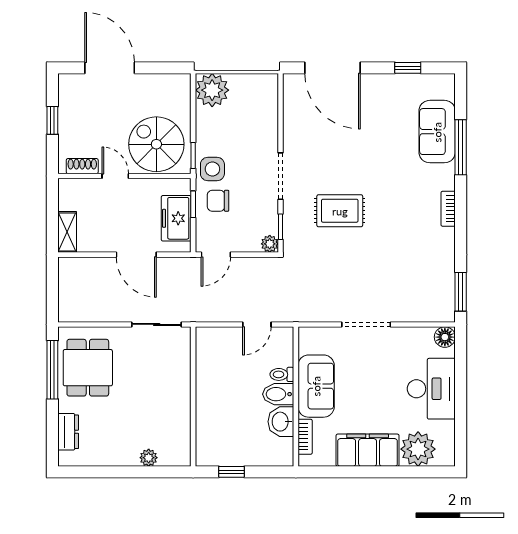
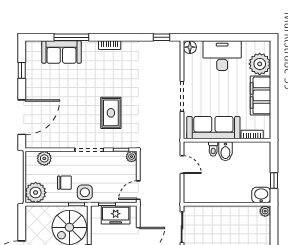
plant: (267, 104) -> (44, 158), added
chair: (218, 201) -> (64, 183), moved, turned -90
door: (216, 255) -> (138, 190), swing flipped
window: (461, 292) -> (162, 37), width x0.67
sofa: (316, 386) -> (213, 128), width x1.36
washbasin: (281, 422) -> (261, 195), moved, turned 180
plant: (149, 458) -> (265, 211), moved

